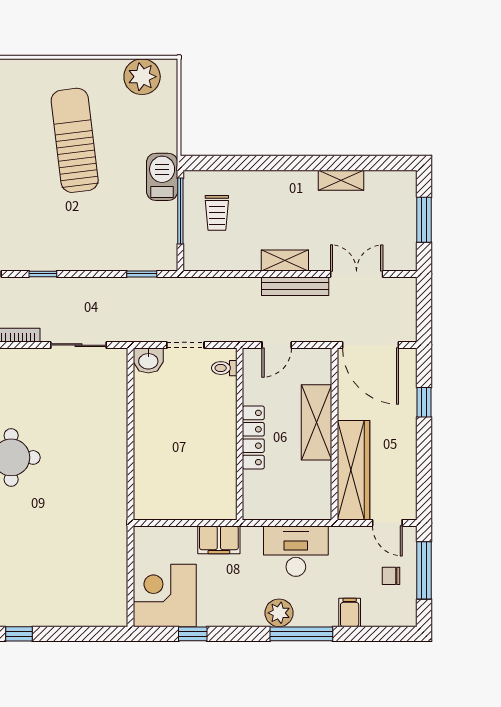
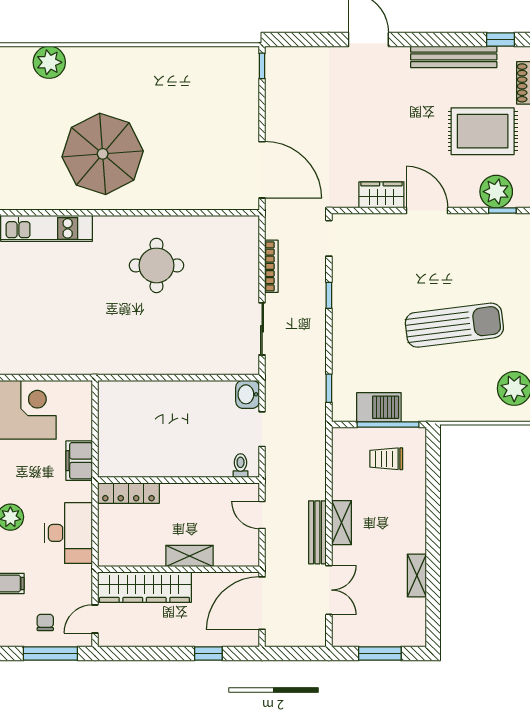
barbecue: (162, 177) -> (379, 407), moved
shelving: (317, 422) -> (189, 556), width x0.67, depth x0.75
locker: (253, 437) -> (128, 493), moved

